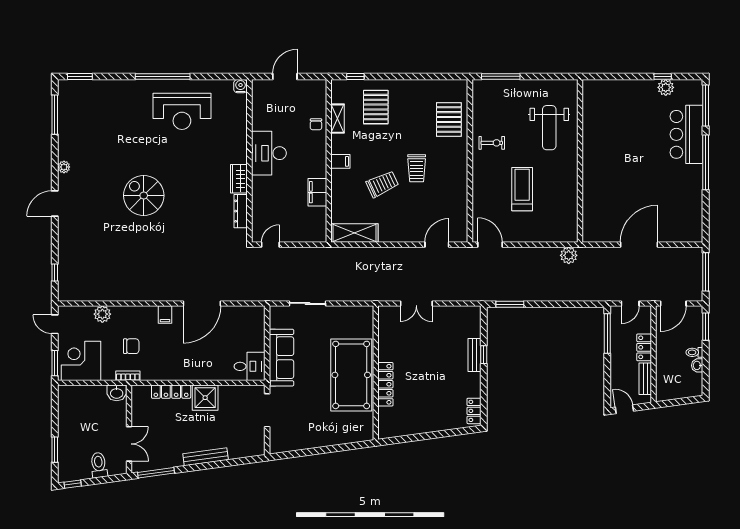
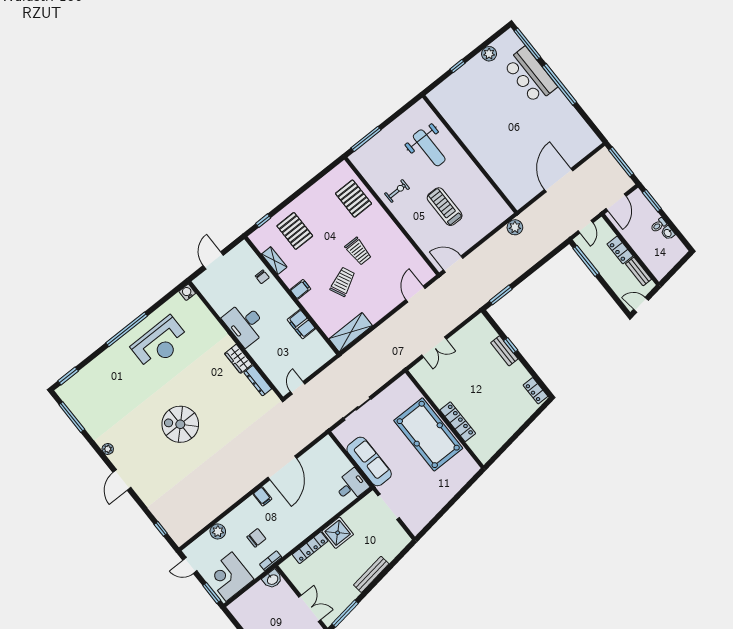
window: (663, 76) -> (458, 66), moved

